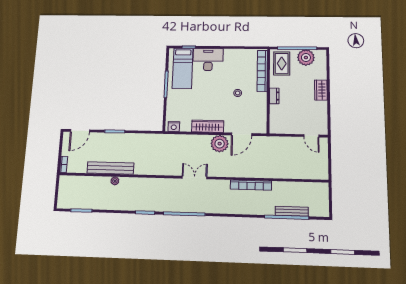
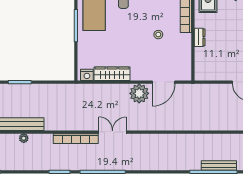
wardrobe: (208, 126) -> (112, 74), moved
bookcase: (251, 185) -> (76, 139), moved

